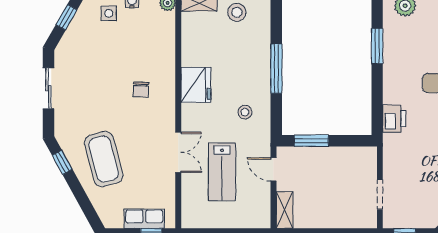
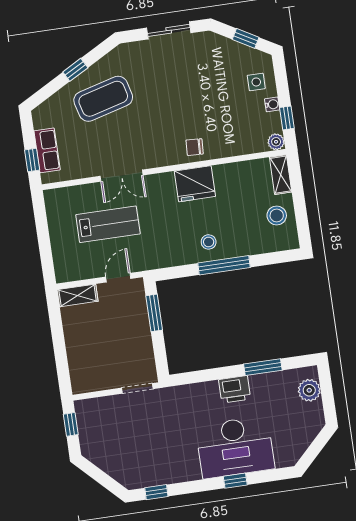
chair: (141, 90) -> (195, 147), moved
stool: (245, 112) -> (209, 242), moved
printer: (394, 119) -> (235, 389), moved
window: (62, 162) -> (75, 70), moved
lab bench: (222, 172) -> (108, 224), turned 180
doorway: (380, 194) -> (137, 388), moved

